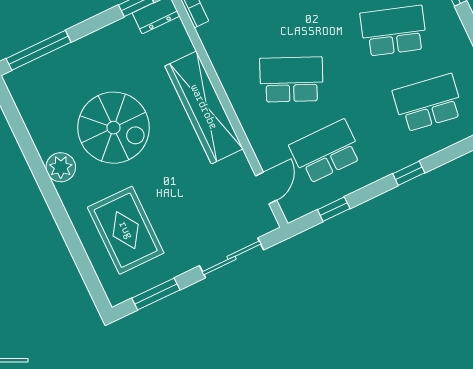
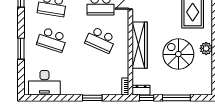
window: (39, 50) -> (176, 98), moved

